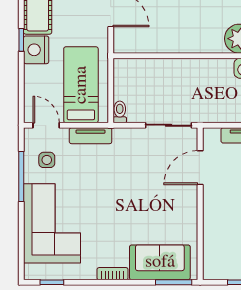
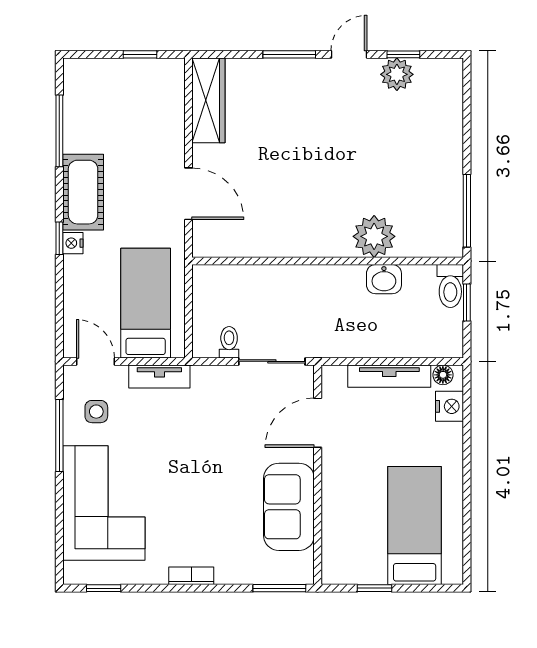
nightstand: (36, 50) -> (73, 243), width x0.53, depth x0.56
toilet: (120, 112) -> (229, 342), moved
sofa: (160, 262) -> (289, 507), moved, turned -90

